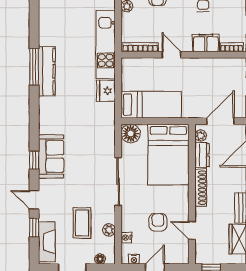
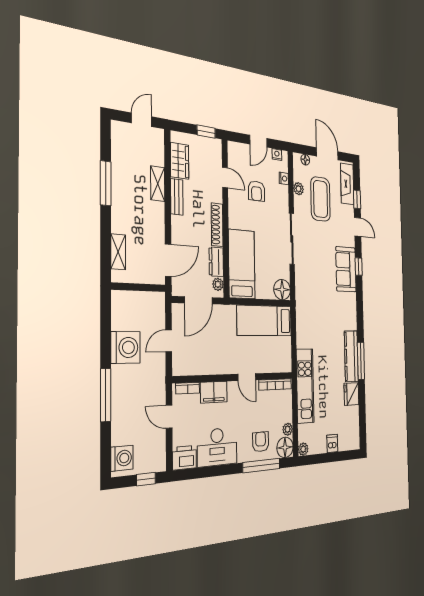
fridge: (106, 91) -> (351, 394), moved, turned 180
bed: (168, 155) -> (242, 264), width x0.67
coffee table: (82, 223) -> (320, 199), width x1.36, depth x1.32

